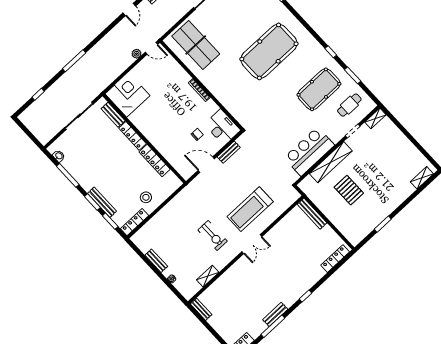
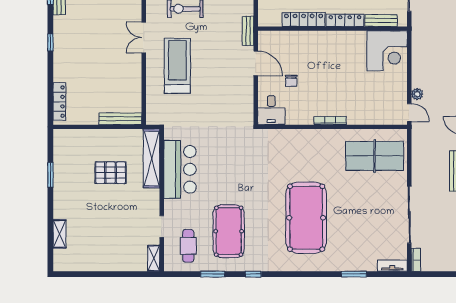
door: (152, 48) -> (409, 113), swing flipped
desk: (222, 127) -> (271, 110), width x0.73
bench: (229, 152) -> (248, 31), moved
shelving: (331, 162) -> (152, 158), moved
door: (206, 165) -> (256, 63), hinge flipped
shelving: (422, 178) -> (60, 234), moved

